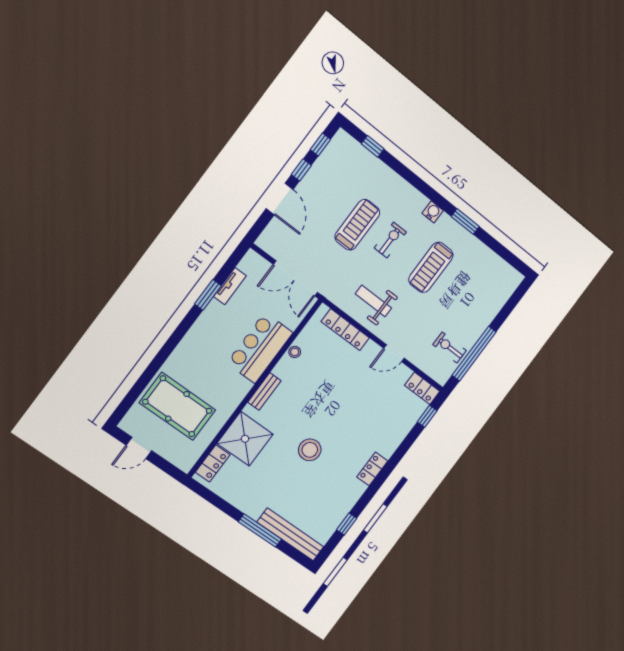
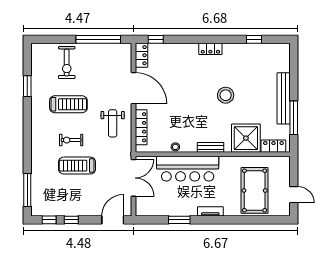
window: (373, 146) -> (27, 190), width x2.17
door: (280, 199) -> (113, 220), moved
water cooler: (433, 212) -> (37, 128), removed
window: (465, 221) -> (27, 86), moved
tv unit: (230, 286) -> (210, 211), moved
exercise bike: (450, 347) -> (67, 63), moved, width x1.38, depth x1.39
bar counter: (260, 348) -> (188, 169), width x1.36
door: (394, 353) -> (134, 88), width x1.88
window: (260, 530) -> (294, 118), moved
bench: (290, 534) -> (284, 98), moved

